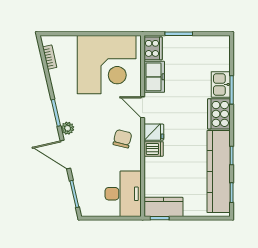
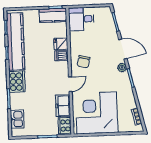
kitchen sink: (221, 84) -> (17, 119), moved
door: (143, 107) -> (70, 84), hinge flipped
fridge: (154, 132) -> (61, 44), moved
desk: (123, 194) -> (81, 19), width x0.73

